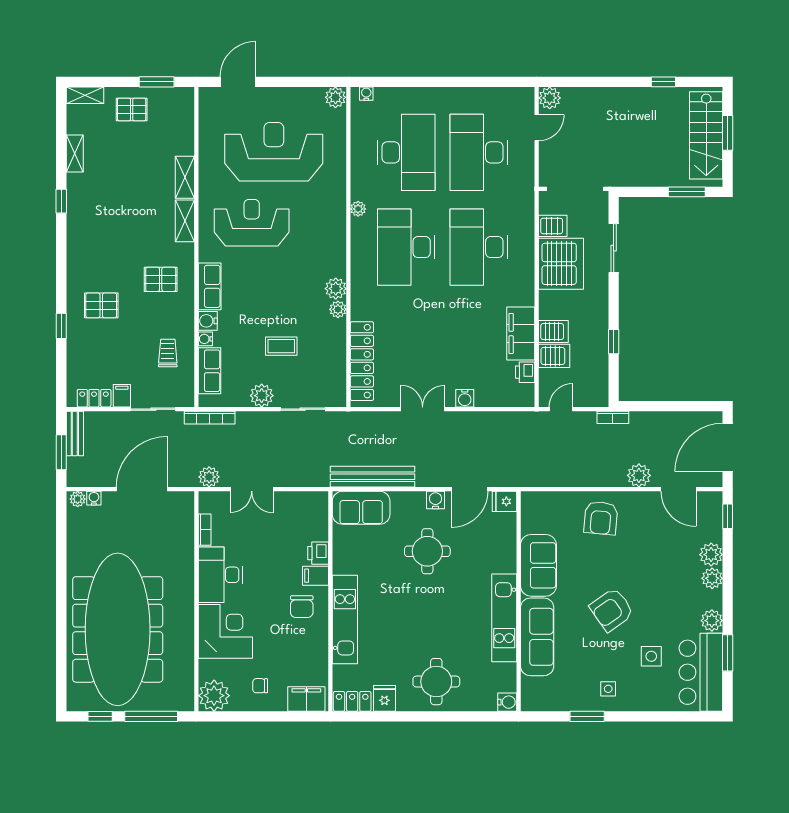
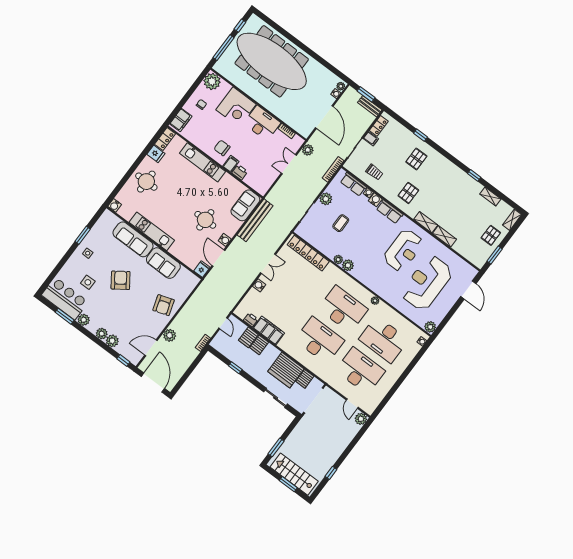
reception desk: (274, 152) -> (427, 283), turned 180
armchair: (601, 518) -> (164, 305), turned -113

